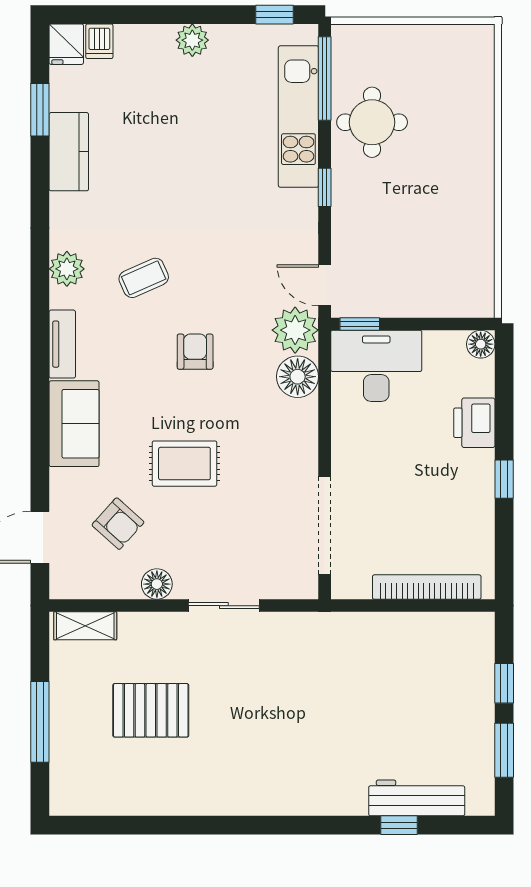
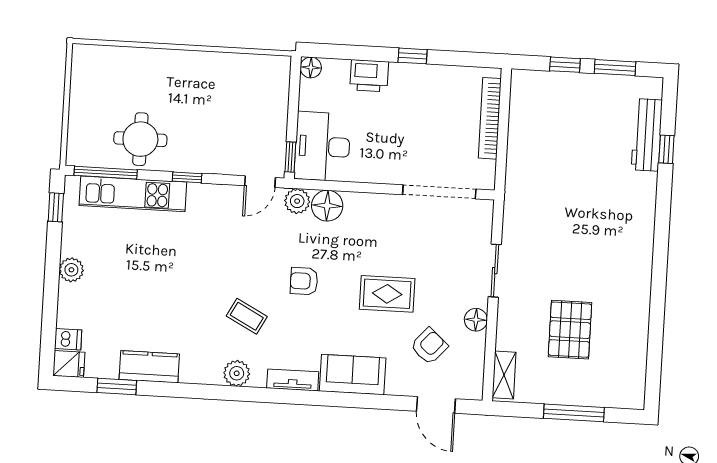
coffee table: (144, 278) -> (247, 316), turned -38
plant: (295, 330) -> (297, 201), width x0.73, depth x0.73
rug: (184, 464) -> (387, 294), turned 90

